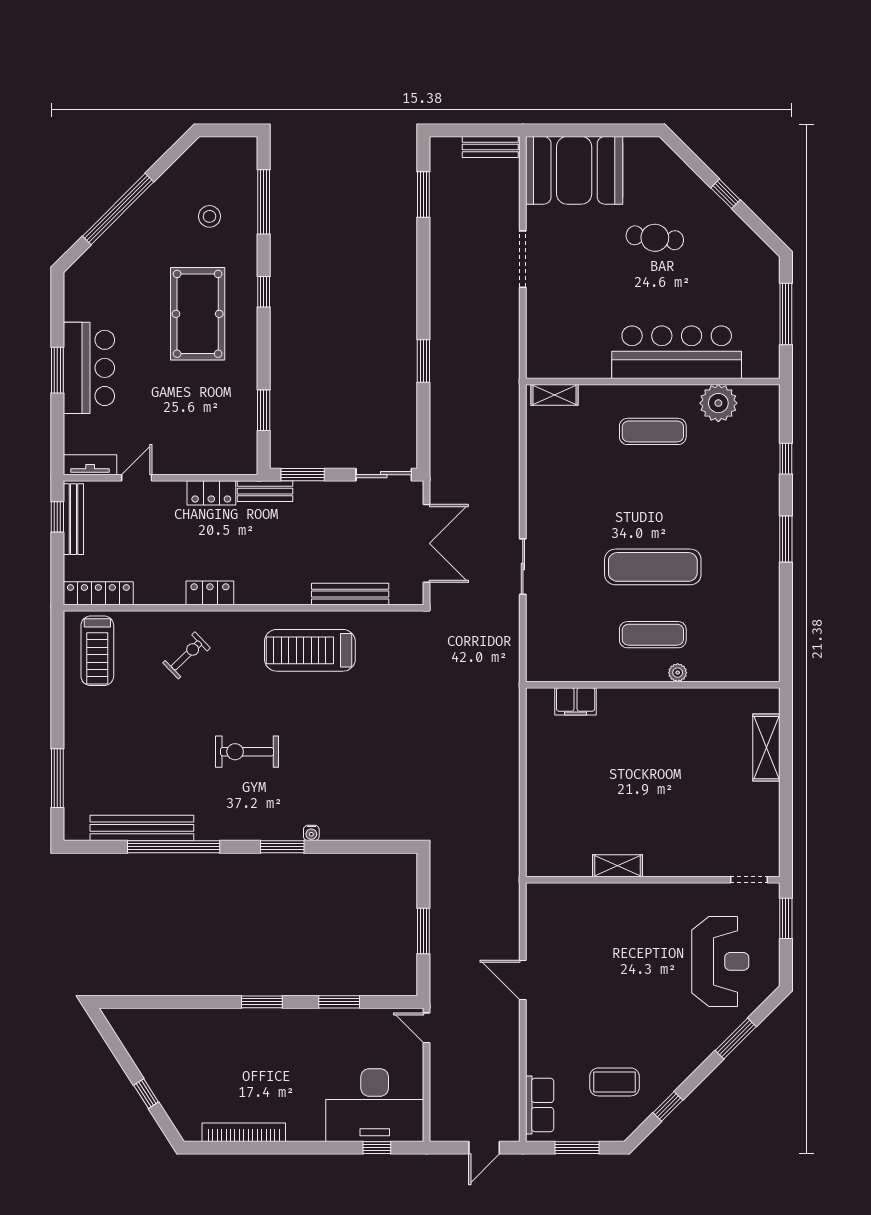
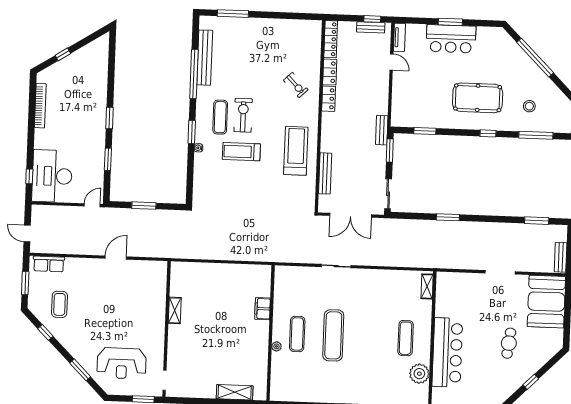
locker: (211, 493) -> (330, 72), moved, turned 180
bench: (73, 519) -> (371, 27), width x0.73
treadmill: (97, 651) -> (241, 152), moved
filing cabinet: (576, 701) -> (263, 309), moved
exercise mat: (252, 795) -> (220, 117), added

